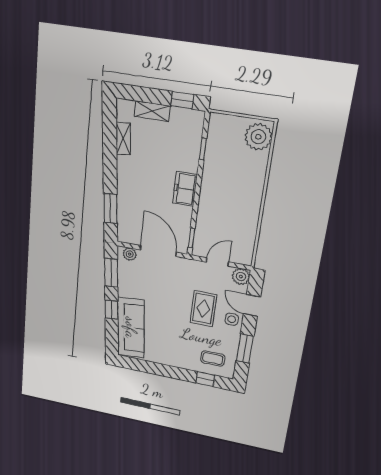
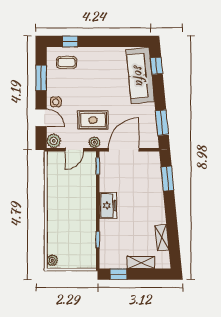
plant: (258, 137) -> (52, 260), width x0.53, depth x0.53
door: (158, 251) -> (124, 150), swing flipped
plant: (130, 254) -> (94, 142), moved
rug: (203, 309) -> (93, 120), moved, turned 90
window: (112, 310) -> (157, 66), moved

